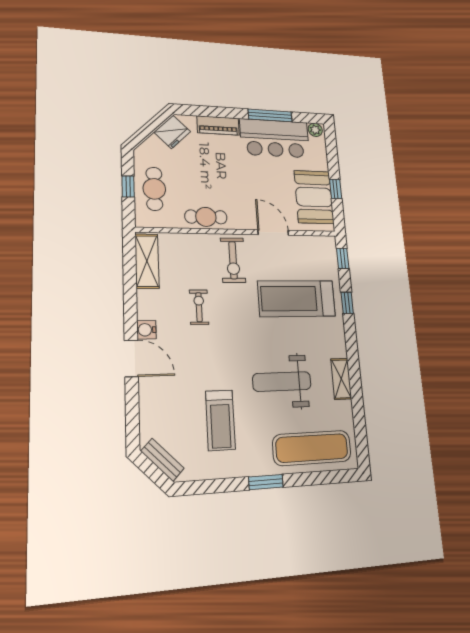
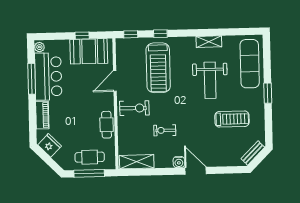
window: (128, 186) -> (89, 173), width x2.17
door: (131, 358) -> (196, 171), hinge flipped

